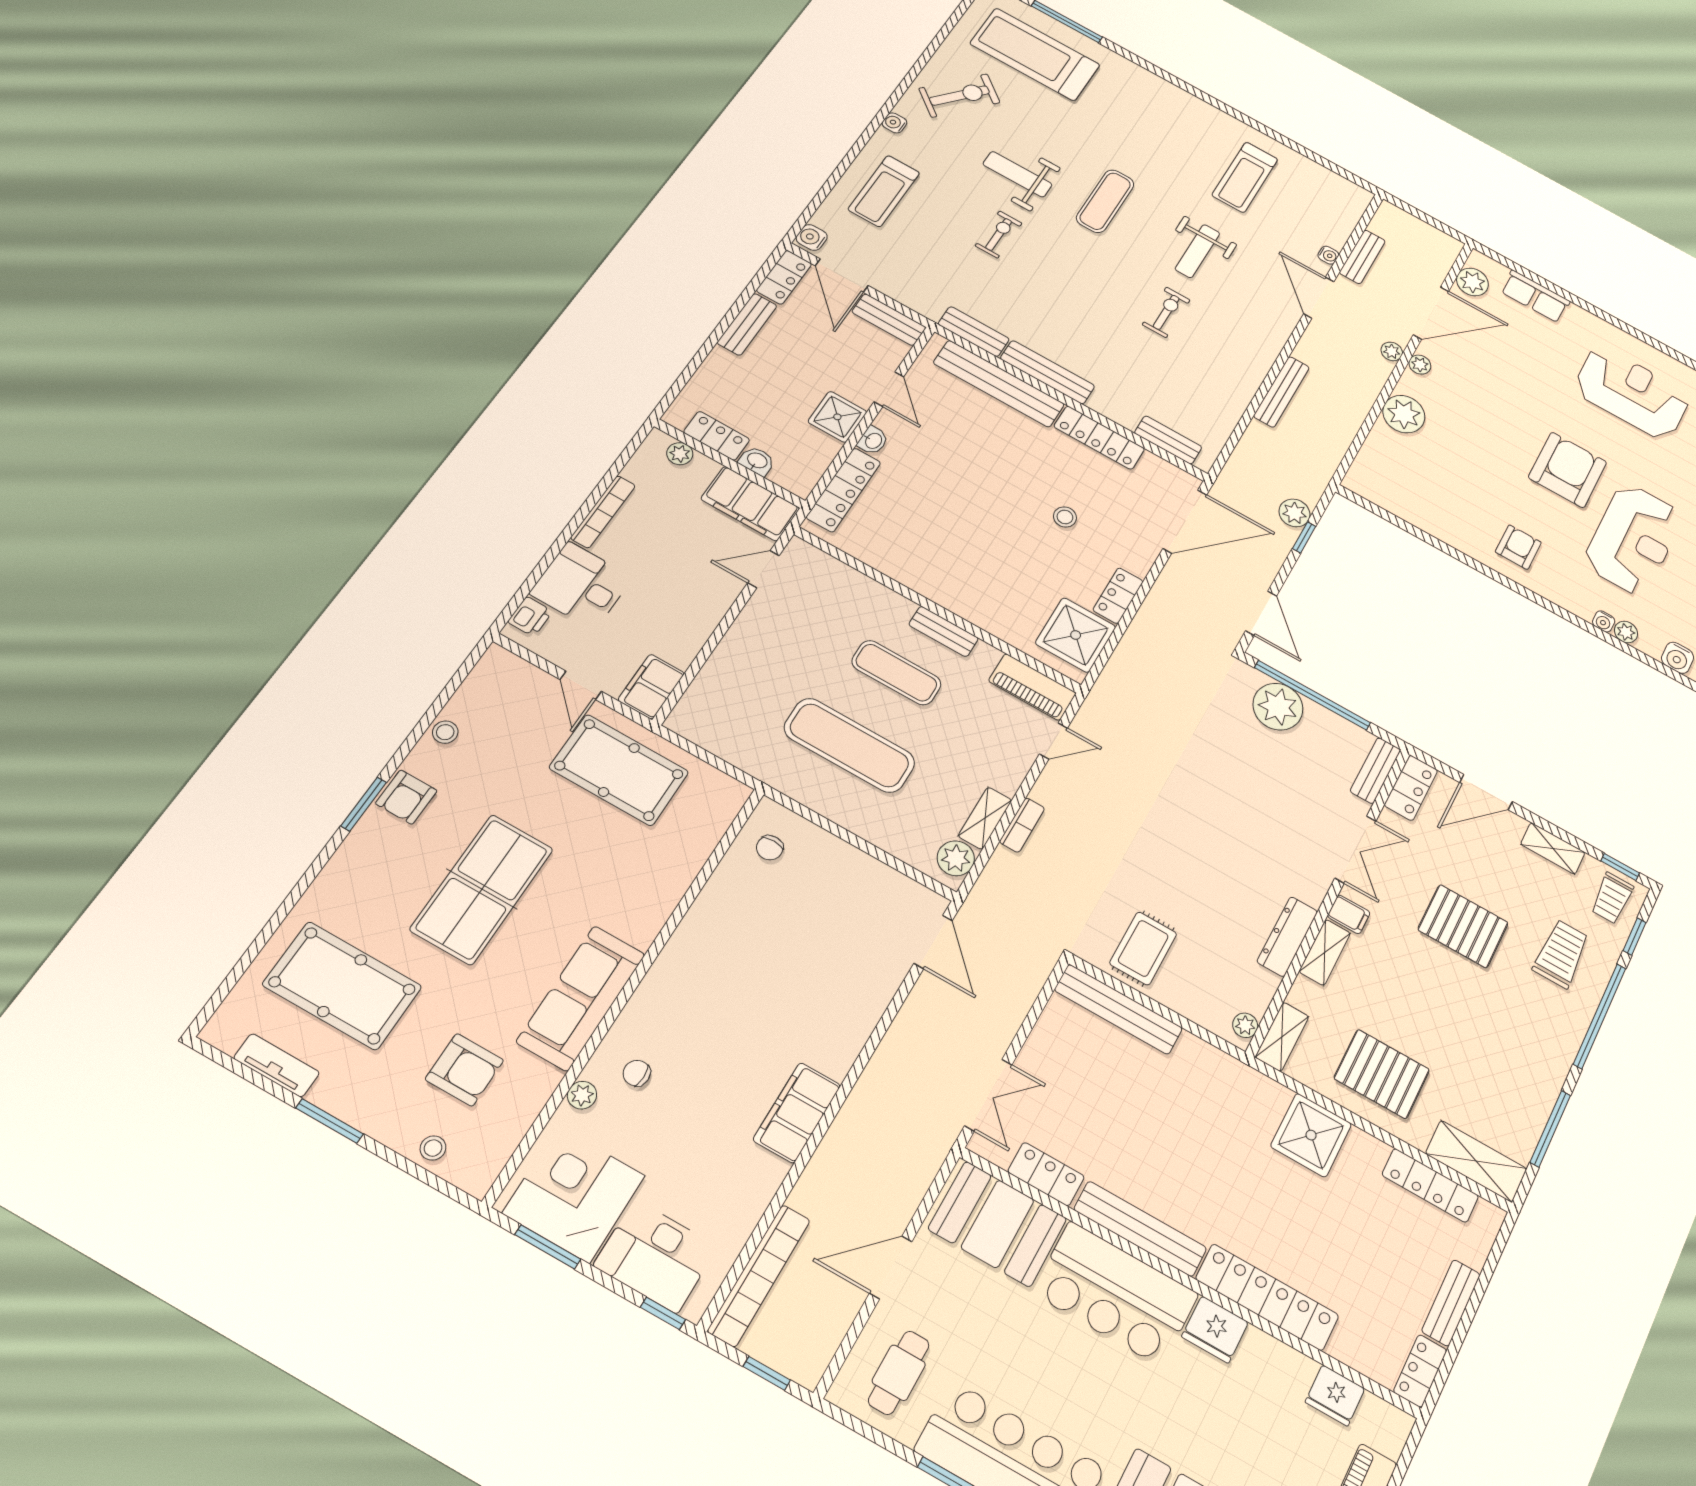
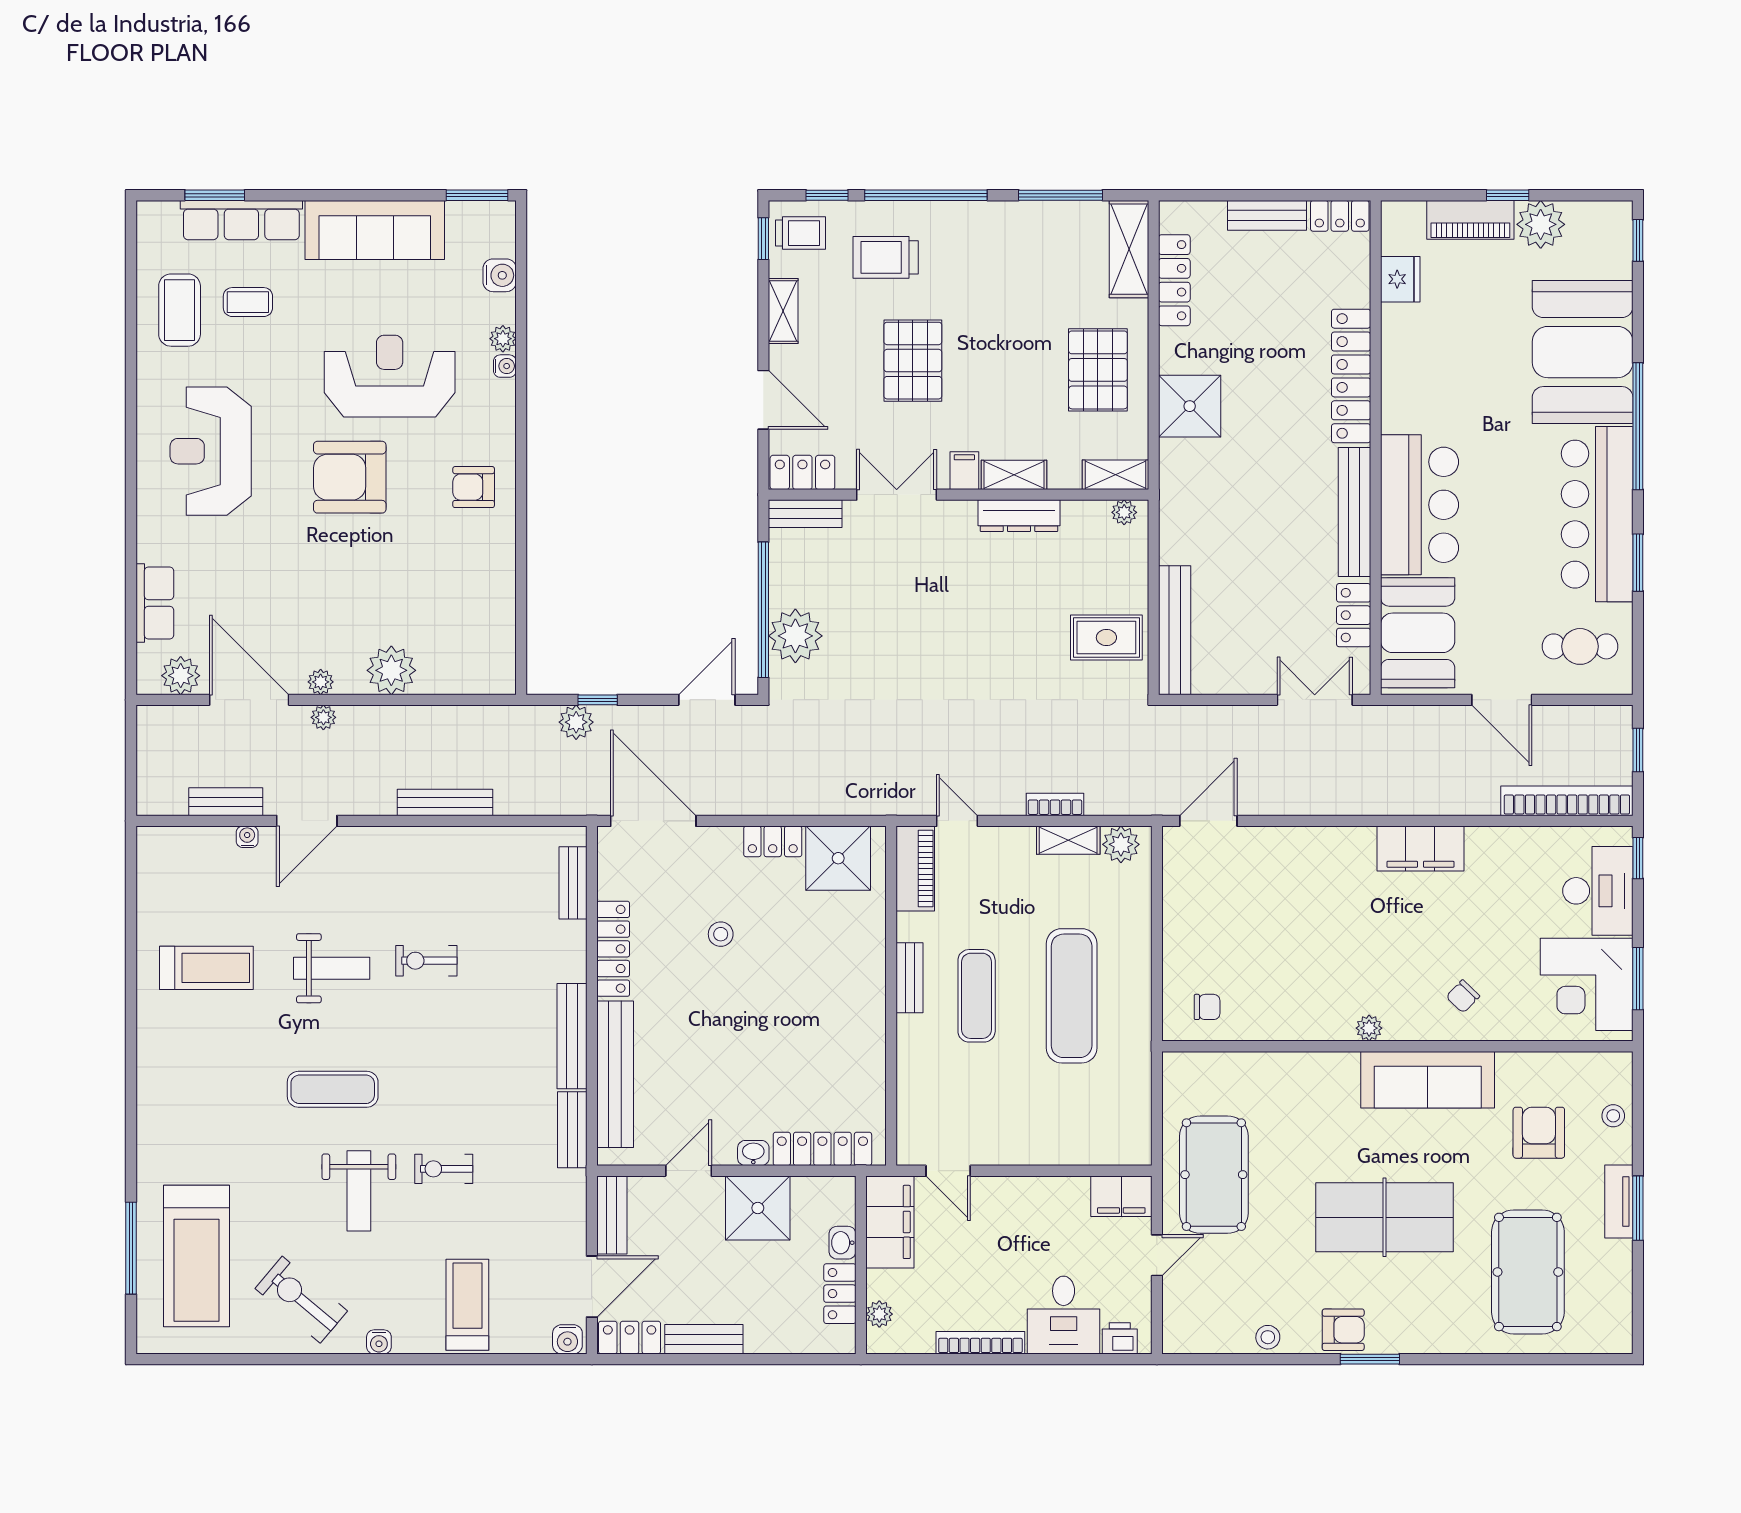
treadmill: (884, 191) -> (467, 1305), turned -90
shower: (837, 417) -> (758, 1208), width x1.36, depth x1.36
tv unit: (277, 1065) -> (1619, 1202), moved
chair: (637, 1073) -> (1463, 996), turned 44
plant: (582, 1095) -> (1369, 1028), moved
fridge: (1215, 1329) -> (1402, 407), removed

